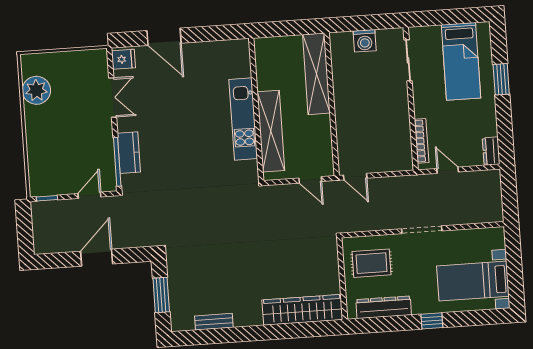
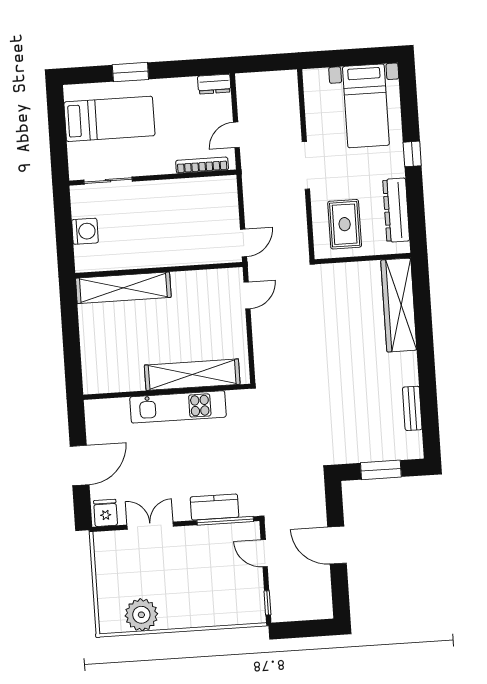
wall: (256, 110) -> (167, 392), moved
kitchen unit: (243, 119) -> (178, 407), moved
shelving: (271, 131) -> (192, 375), moved

